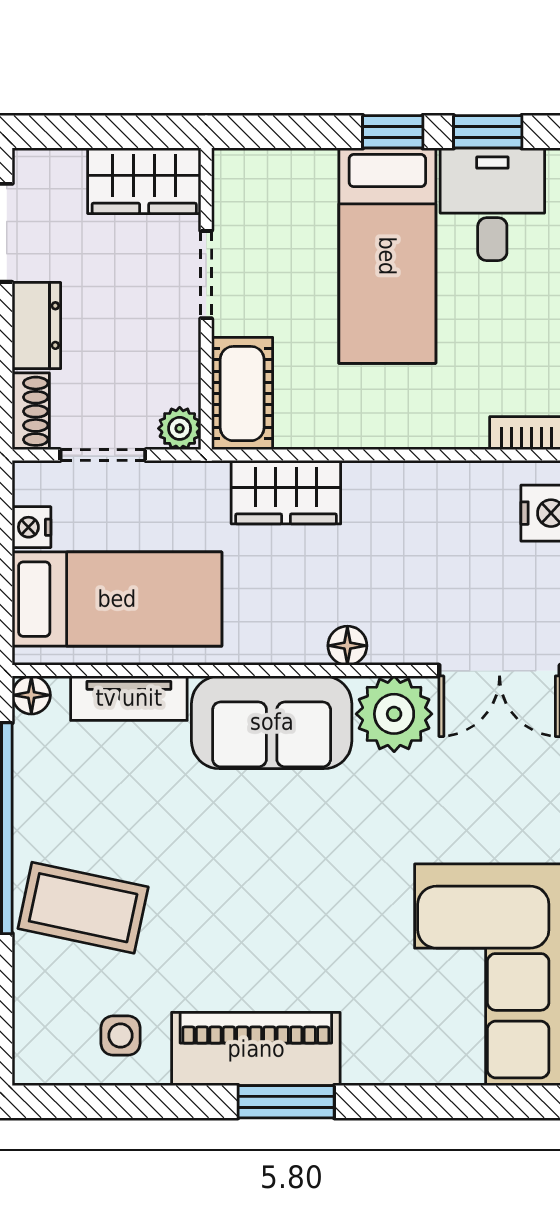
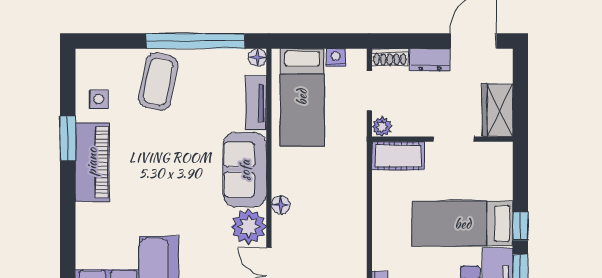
wardrobe: (286, 492) -> (352, 176), removed
window: (286, 1102) -> (68, 139), moved

